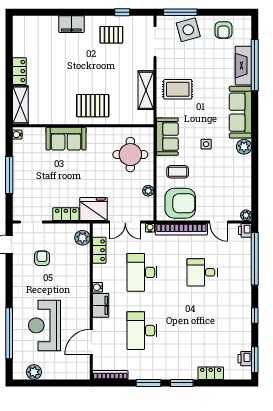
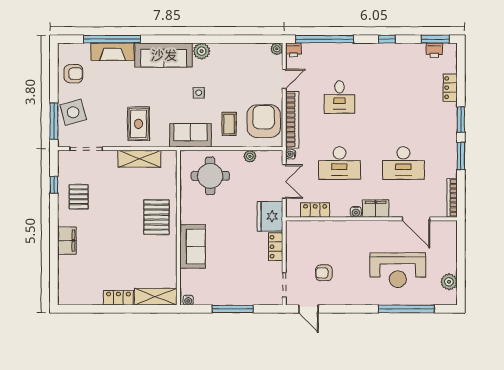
plant: (82, 238) -> (301, 229), removed

